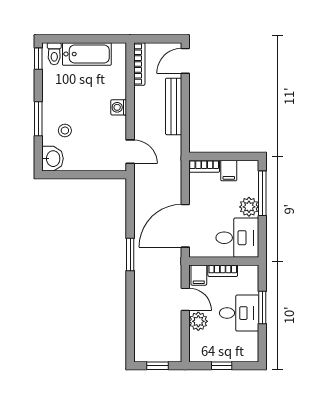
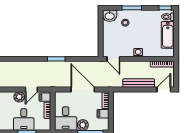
door: (185, 61) -> (164, 90), hinge flipped
door: (130, 152) -> (113, 59), hinge flipped
door: (185, 226) -> (83, 90), moved

